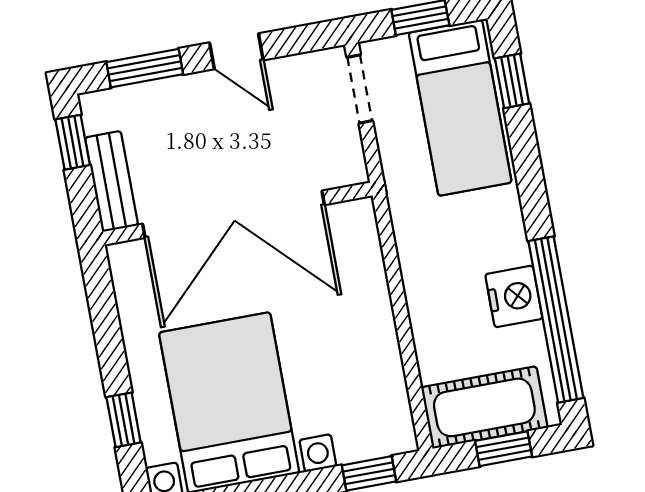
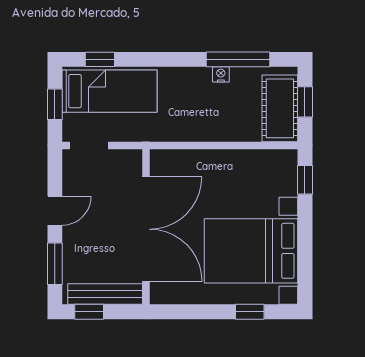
bench: (111, 181) -> (105, 294), width x1.36
nightstand: (514, 296) -> (221, 74), width x0.53, depth x0.56
window: (556, 319) -> (238, 59), width x0.68

